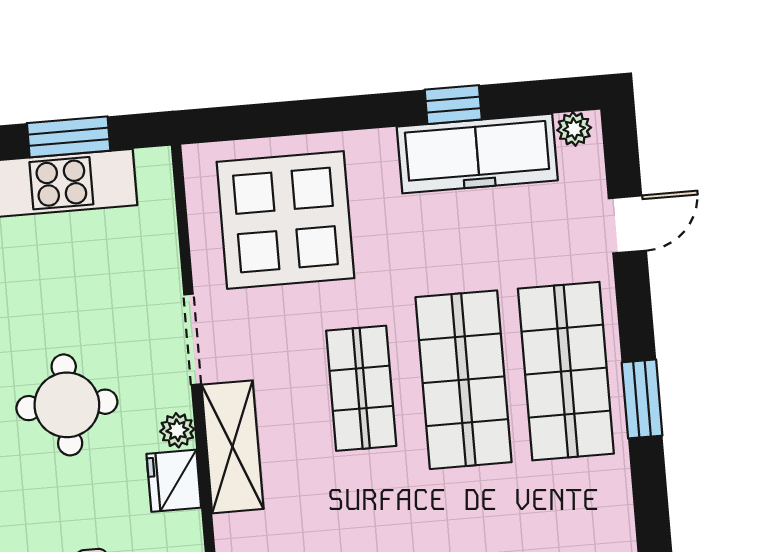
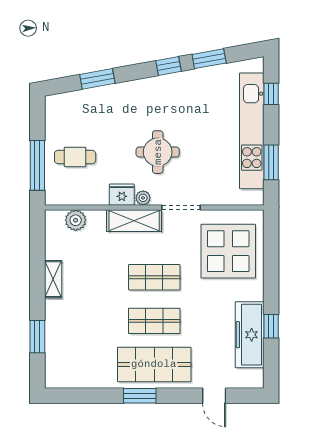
plant: (574, 129) -> (256, 377), removed
shop shelf: (464, 380) -> (154, 321), width x0.70, depth x0.74

